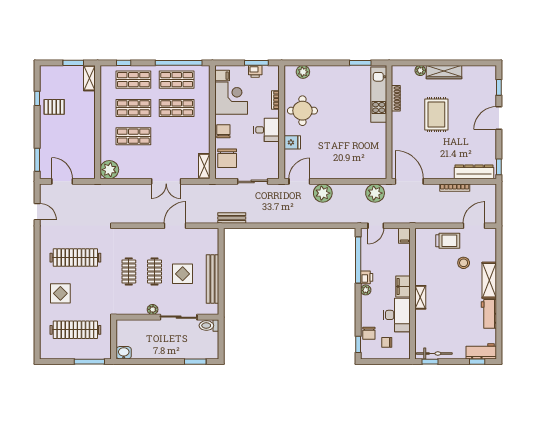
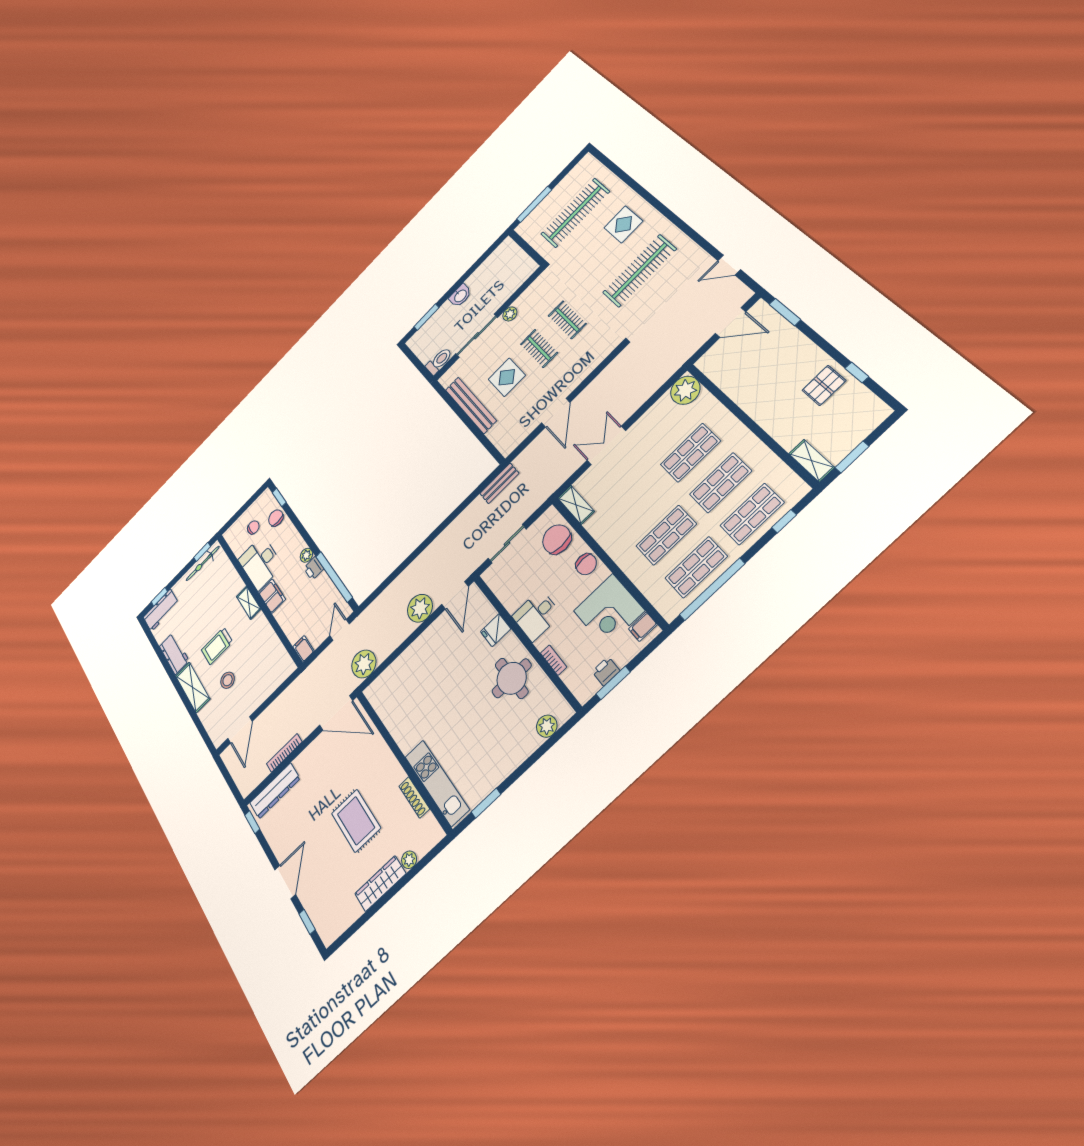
trolley: (448, 241) -> (217, 646), moved
washbasin: (124, 353) -> (460, 296), moved

